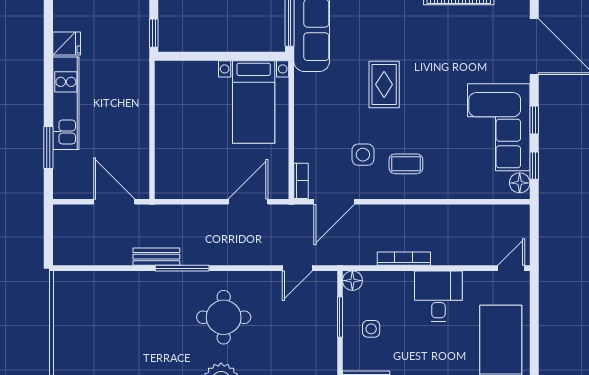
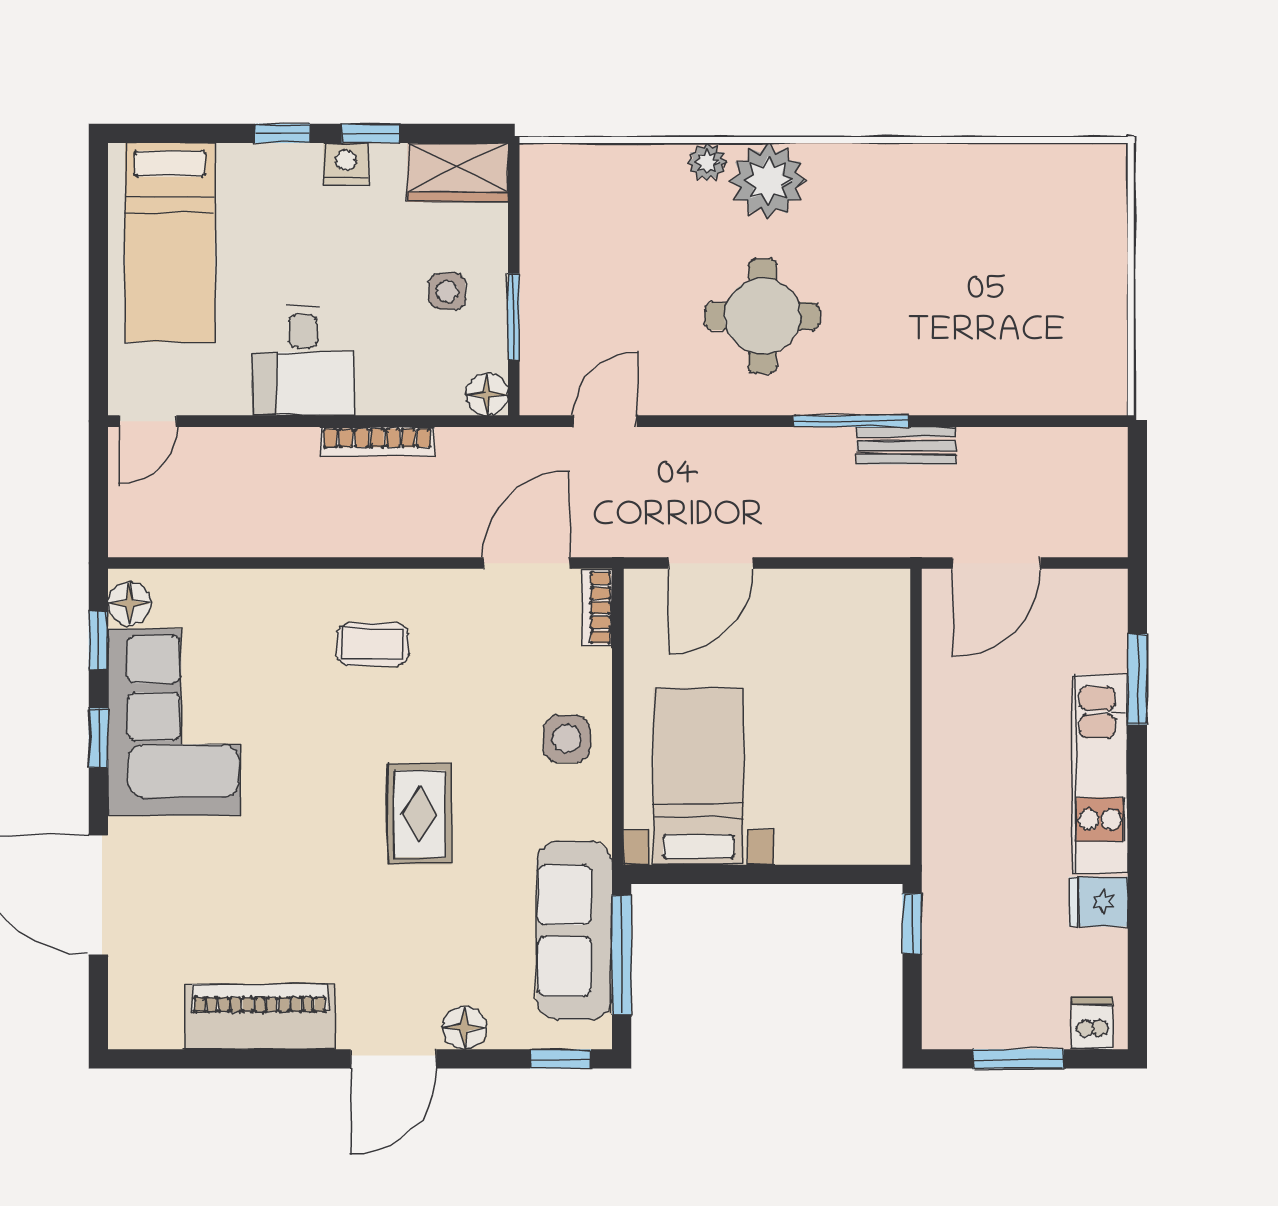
side table: (363, 155) -> (567, 739), moved
door: (114, 202) -> (997, 563), hinge flipped

